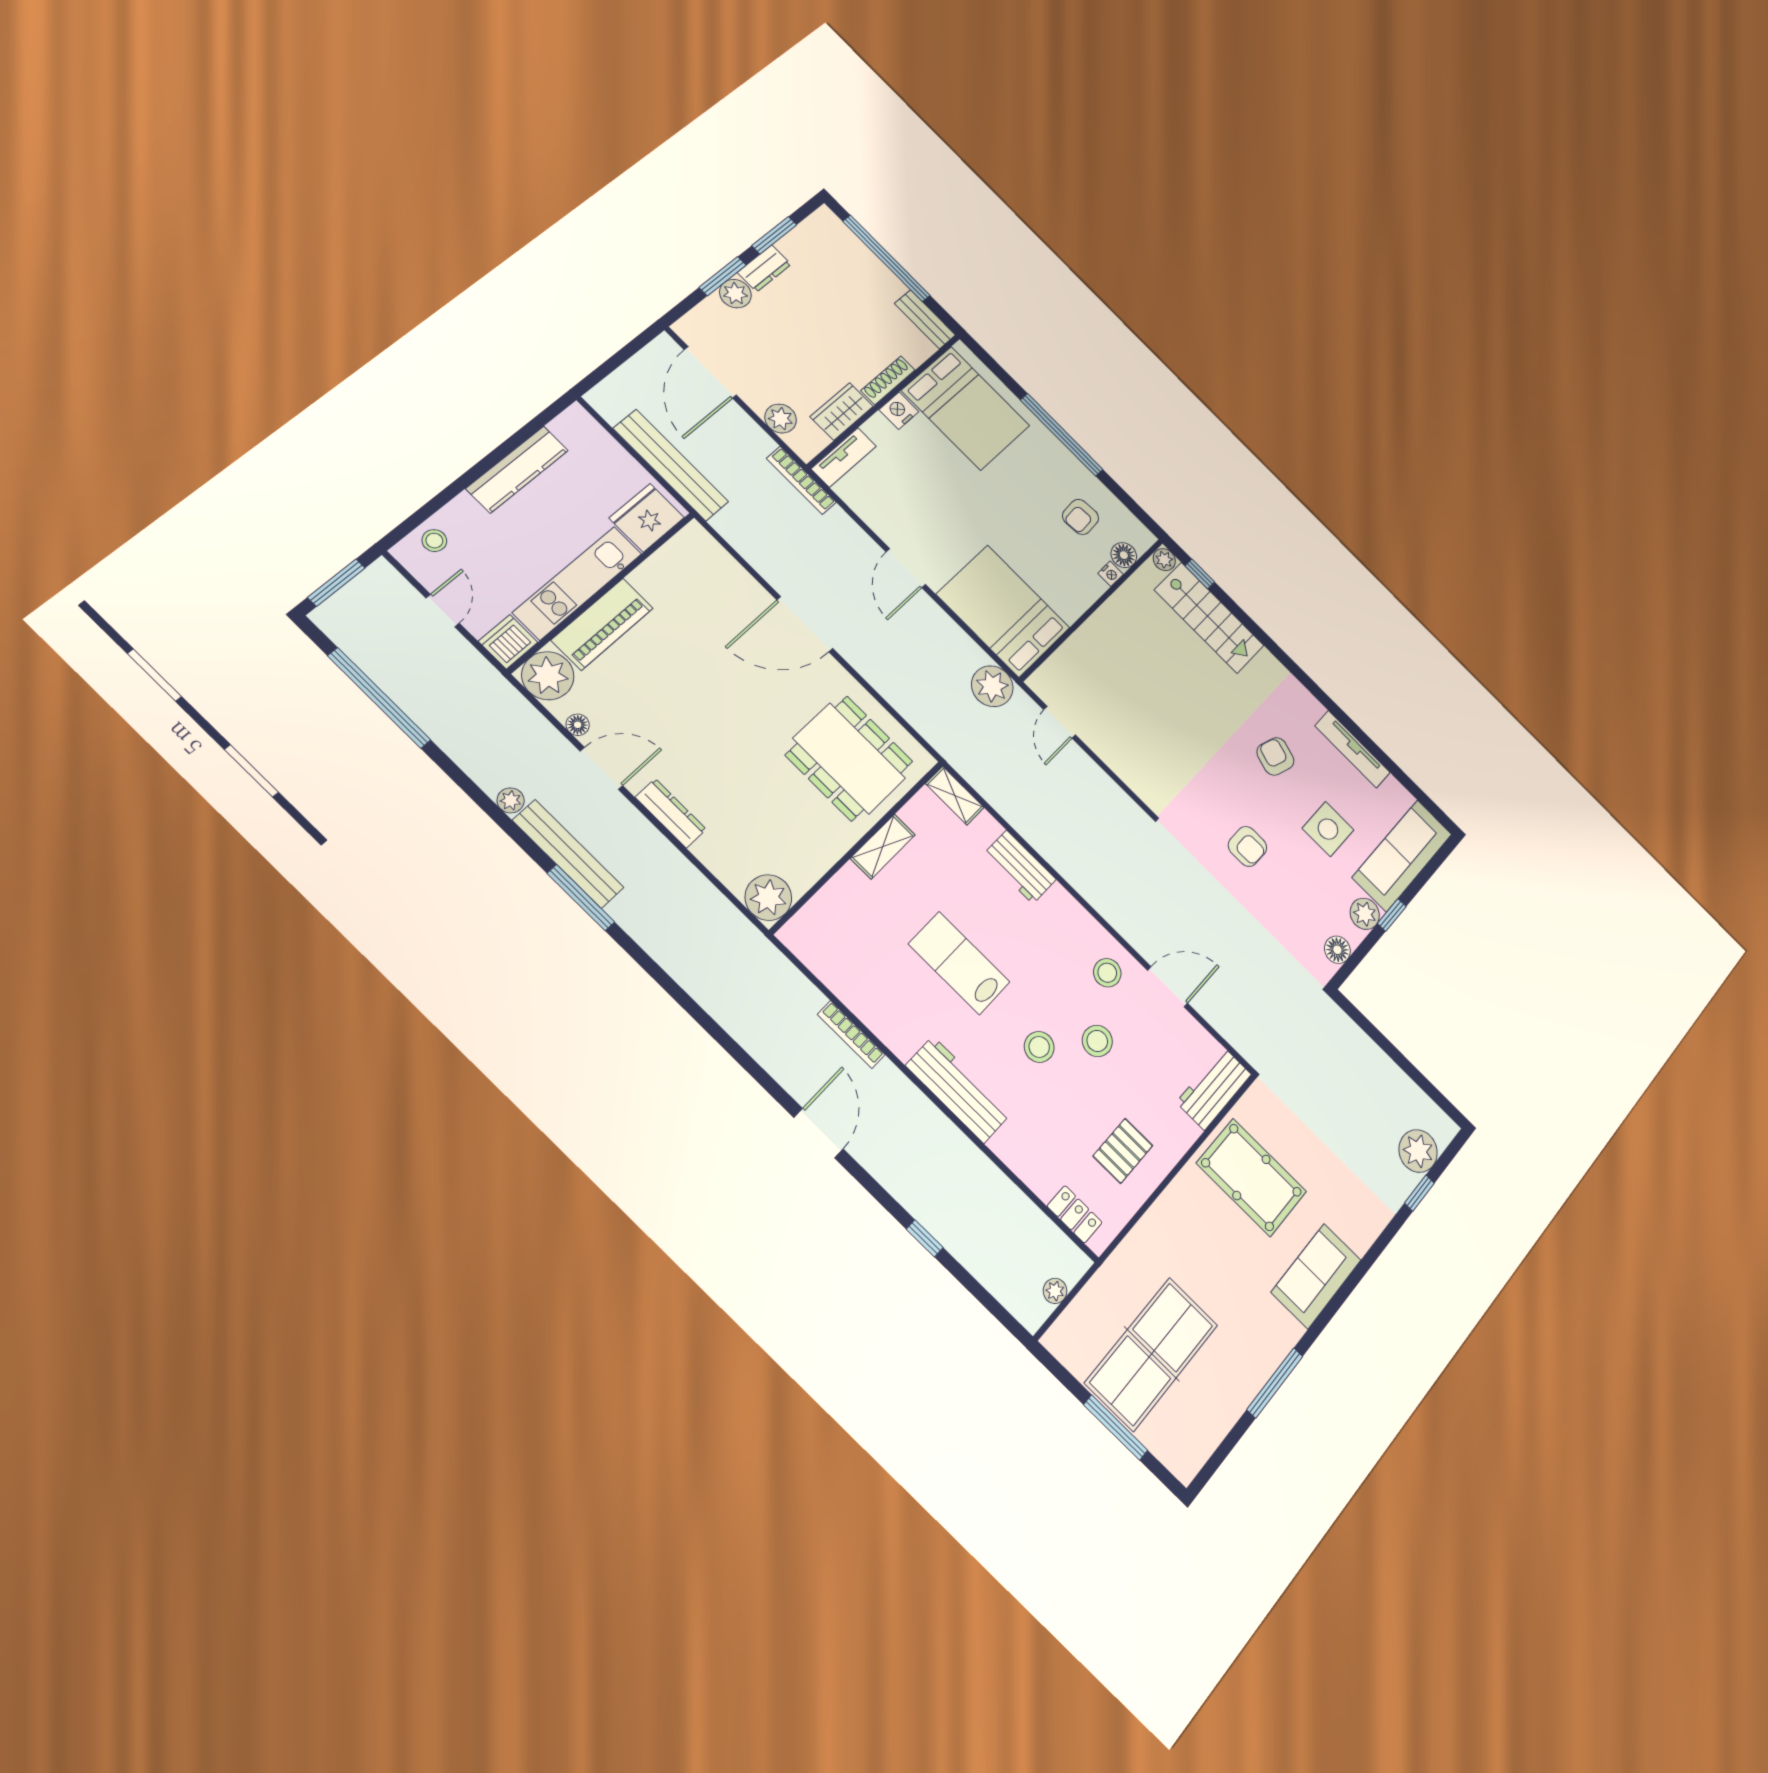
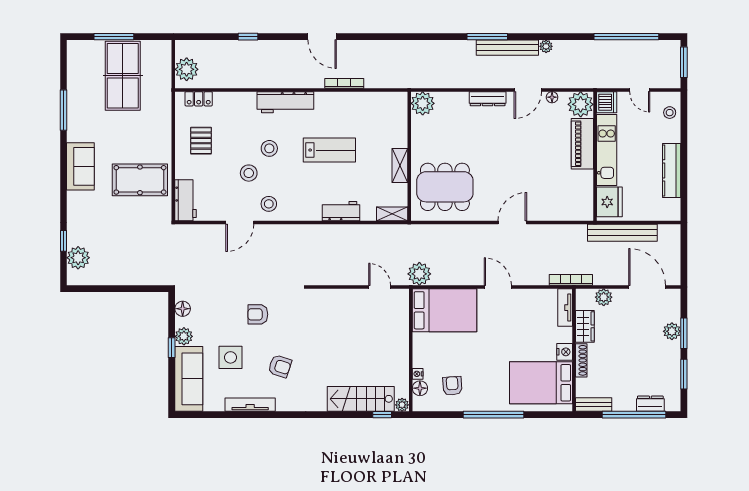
dresser: (764, 268) -> (650, 404), moved, turned 90
door: (805, 624) -> (512, 222), width x0.73
plant: (1055, 1291) -> (187, 69), width x1.88, depth x1.88

